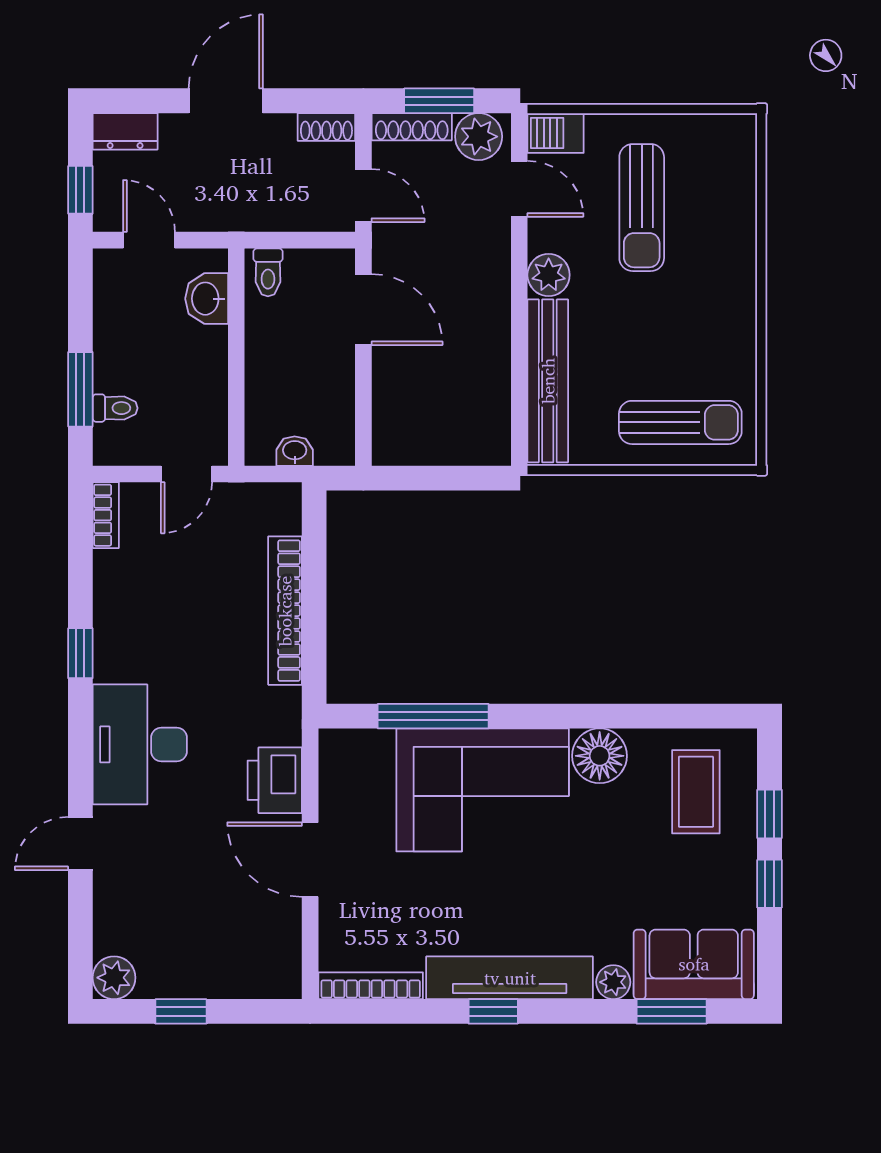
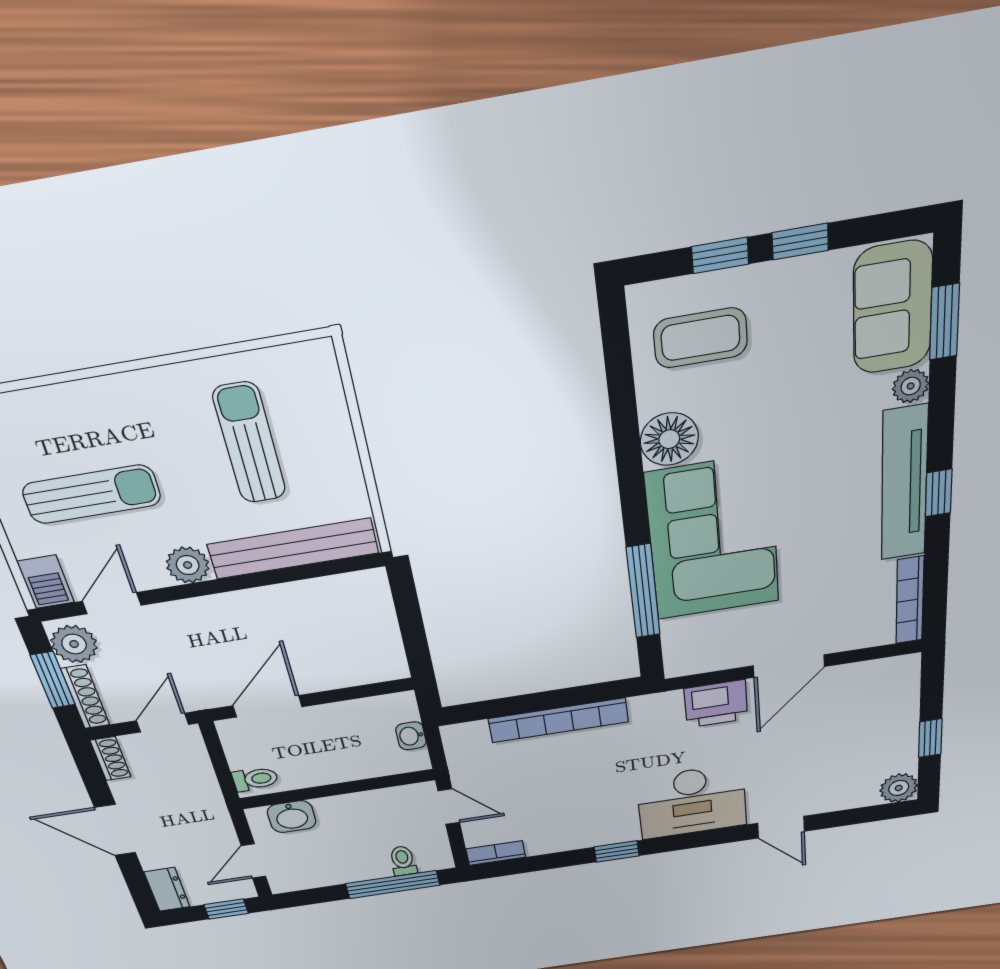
window: (80, 389) -> (393, 884), width x1.44
sun lounger: (680, 422) -> (249, 443), moved

